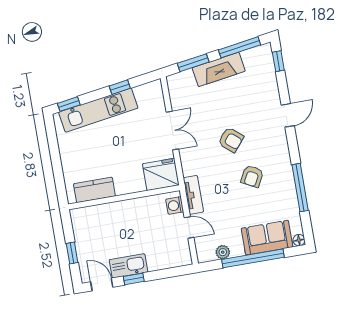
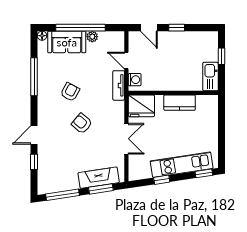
window: (278, 61) -> (34, 162), moved
fireplace: (219, 69) -> (99, 178), moved
double door: (172, 131) -> (126, 139), swing flipped
kitchen counter: (94, 190) -> (180, 103), moved
plant: (223, 252) -> (92, 37), moved
kitchen sink: (128, 266) -> (211, 76), moved, turned 90
door: (102, 284) -> (149, 28), moved

